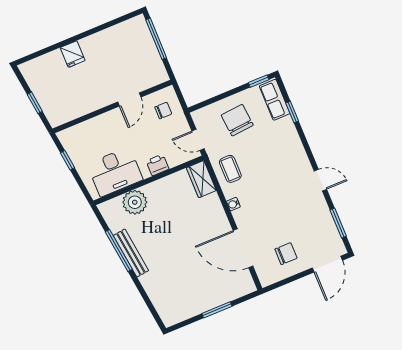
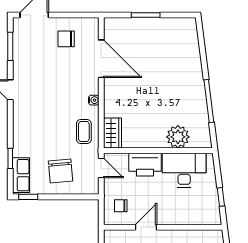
printer: (158, 165) -> (145, 165), width x1.87, depth x1.48
bench: (131, 253) -> (199, 95), removed

